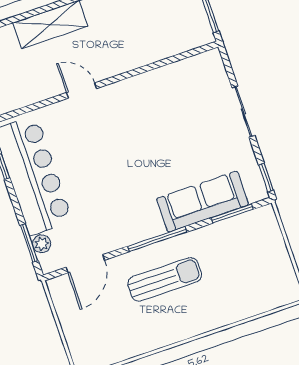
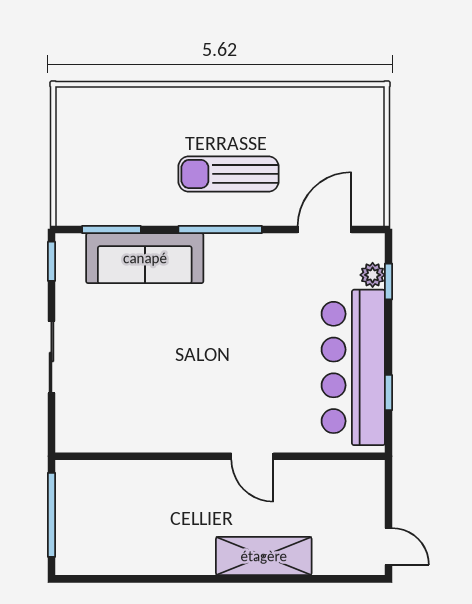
window: (29, 243) -> (389, 282), width x0.67

